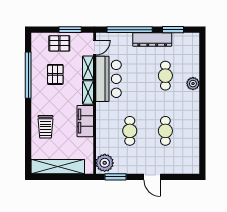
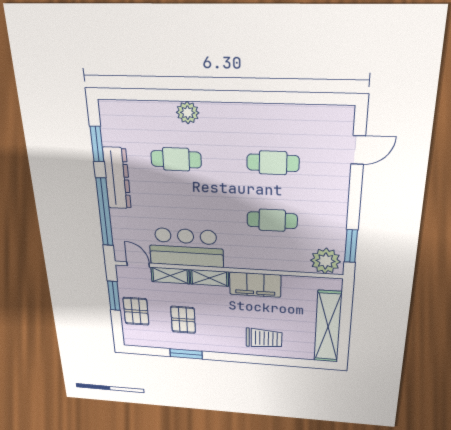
pallet: (55, 74) -> (183, 320), turned 90
window: (28, 75) -> (186, 354), width x0.47
door: (152, 177) -> (358, 150), moved

